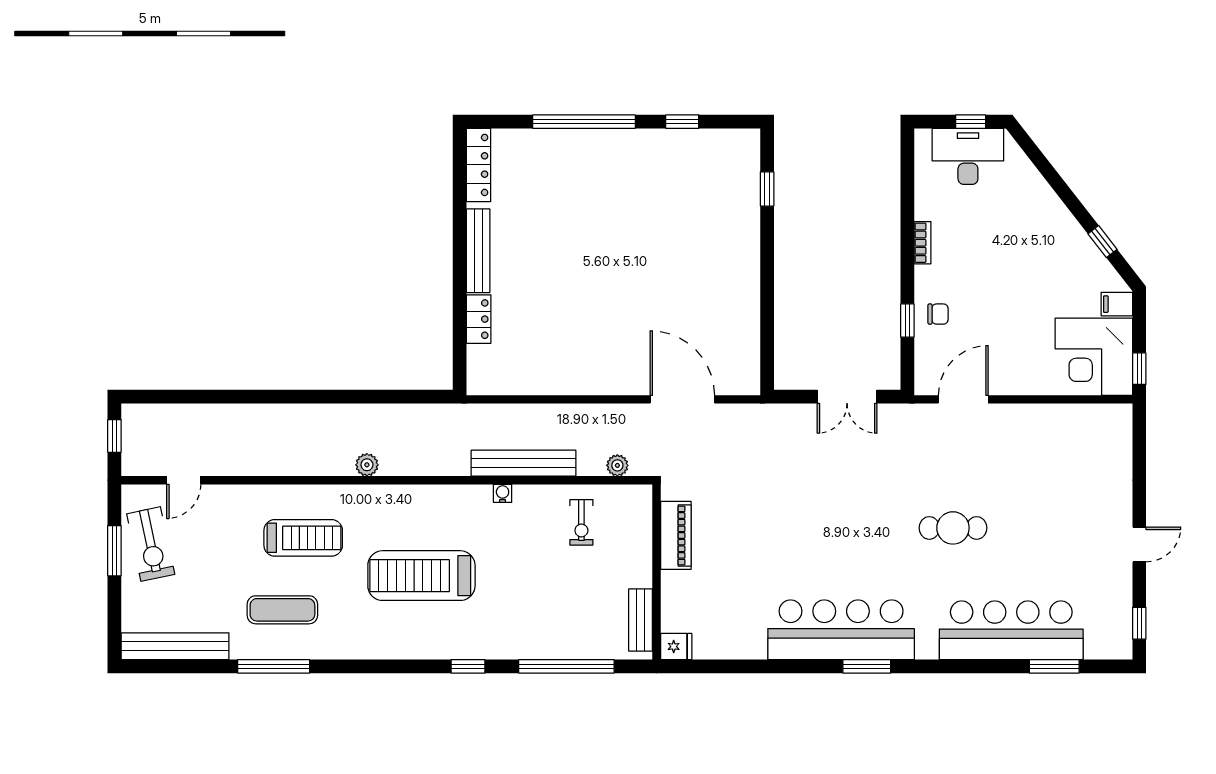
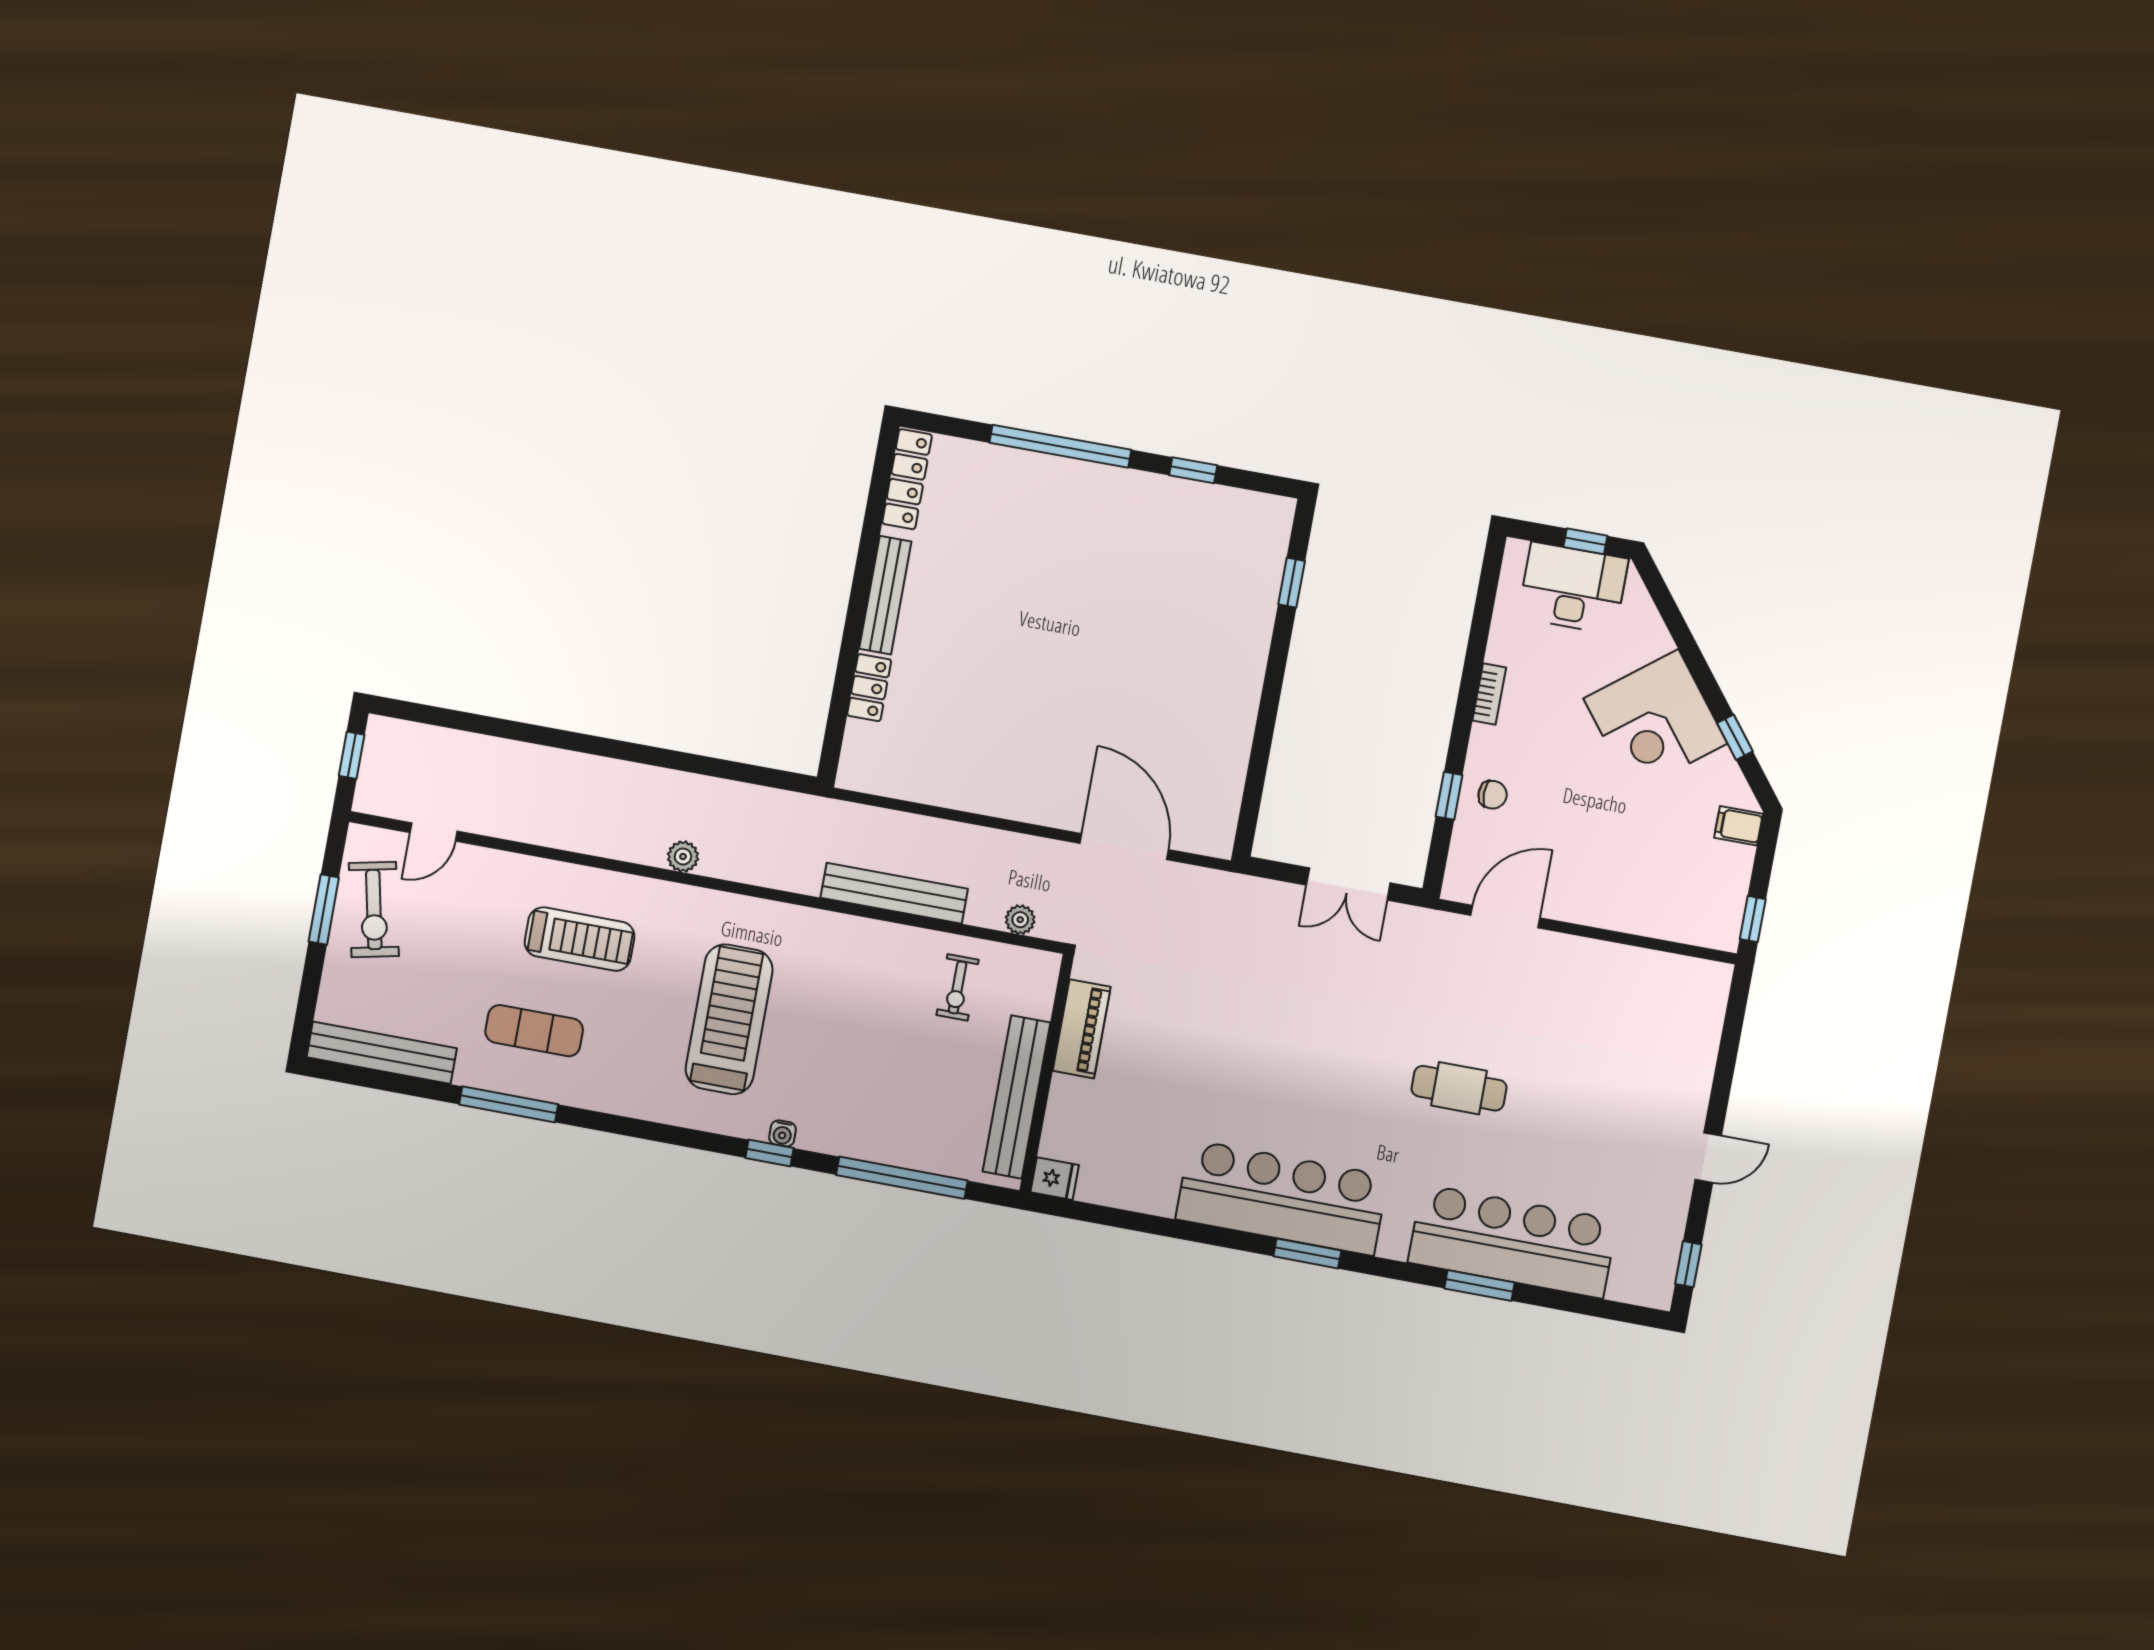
corner desk: (1094, 357) -> (1655, 721), moved, turned -38
water cooler: (503, 493) -> (783, 1133), moved, turned 180
treadmill: (421, 576) -> (729, 1019), turned 90
bench: (641, 620) -> (1016, 1097), width x1.86, depth x1.21
window: (1054, 666) -> (1479, 1286), moved

